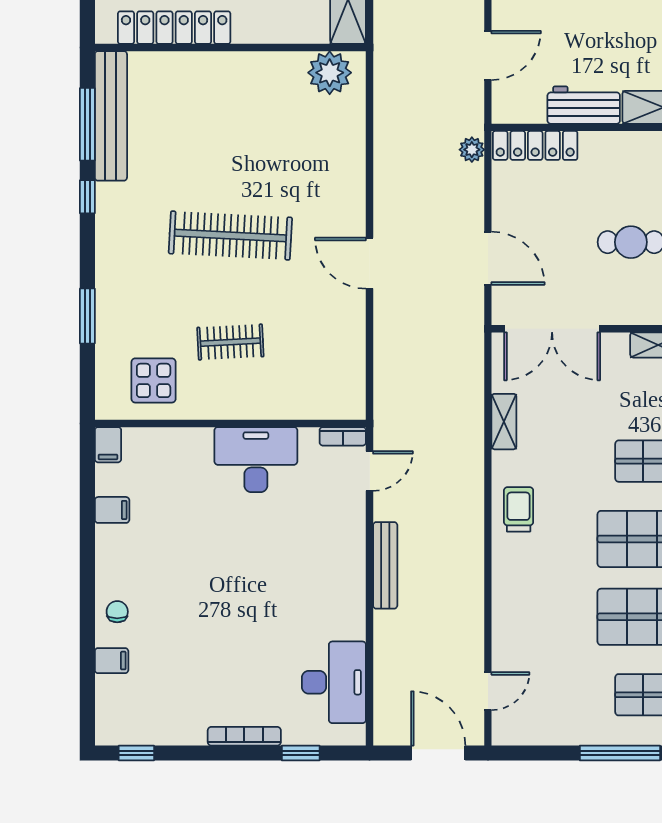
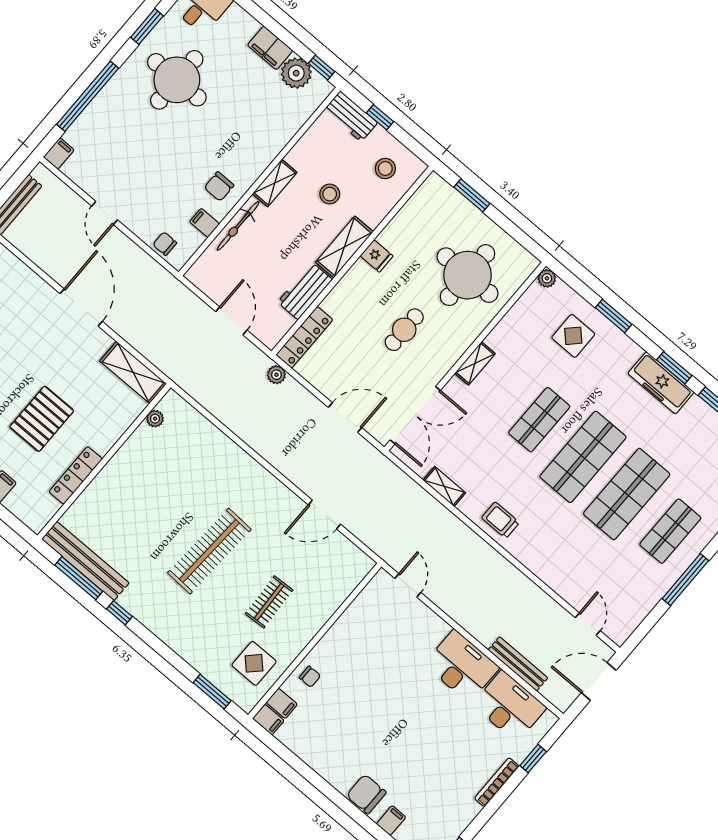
locker: (174, 28) -> (76, 475), width x0.71, depth x0.83
plant: (330, 73) -> (155, 419), width x0.53, depth x0.53
door: (370, 263) -> (324, 514), moved
window: (87, 316) -> (212, 692), moved
bookcase: (343, 436) -> (376, 584), removed
chair: (189, 450) -> (310, 677), added
desk: (256, 460) -> (462, 666), moved, turned 90
filing cabinet: (112, 510) -> (282, 703), moved, turned 90
bench: (385, 565) -> (518, 664), moved
chair: (117, 612) -> (366, 794), width x1.87, depth x1.87

